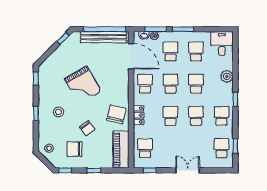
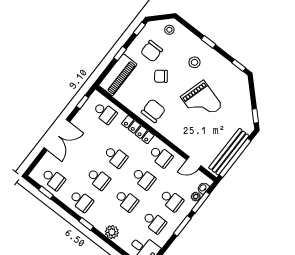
door: (131, 56) -> (194, 163), width x0.53
grand piano: (83, 85) -> (201, 101), turned -134
chair: (116, 114) -> (153, 111), turned -103
locker: (139, 115) -> (138, 130), width x1.53
chair: (74, 149) -> (152, 51), turned 180
piano: (121, 150) -> (118, 75), moved, turned 90
double door: (188, 170) -> (57, 135), width x1.37

